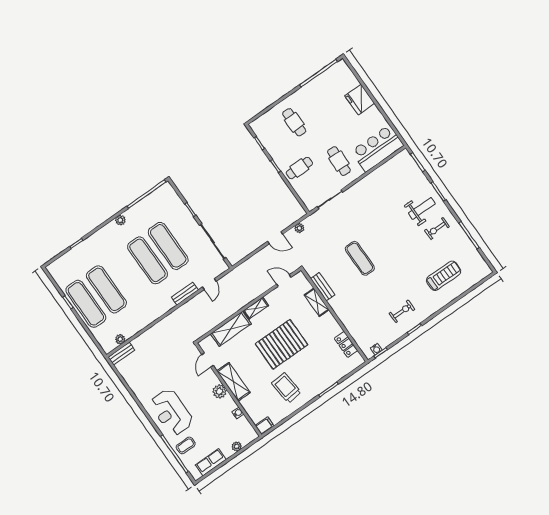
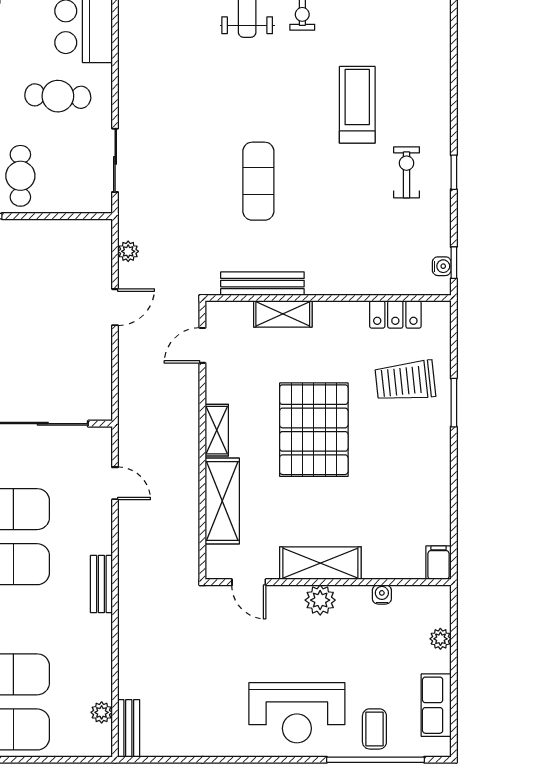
exercise mat: (360, 258) -> (258, 181), turned 90
treadmill: (444, 276) -> (357, 105), moved
bench: (323, 287) -> (262, 284), width x1.36
bench: (185, 294) -> (101, 584), moved
trolley: (286, 388) -> (405, 381), moved

